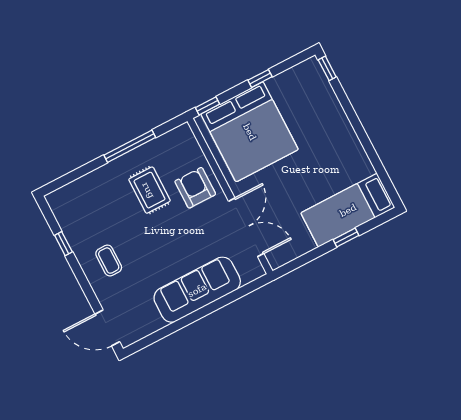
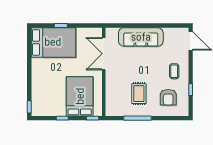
bed: (250, 132) -> (80, 96), width x0.73
armchair: (195, 188) -> (168, 97), moved
bed: (348, 210) -> (53, 42), width x1.50

